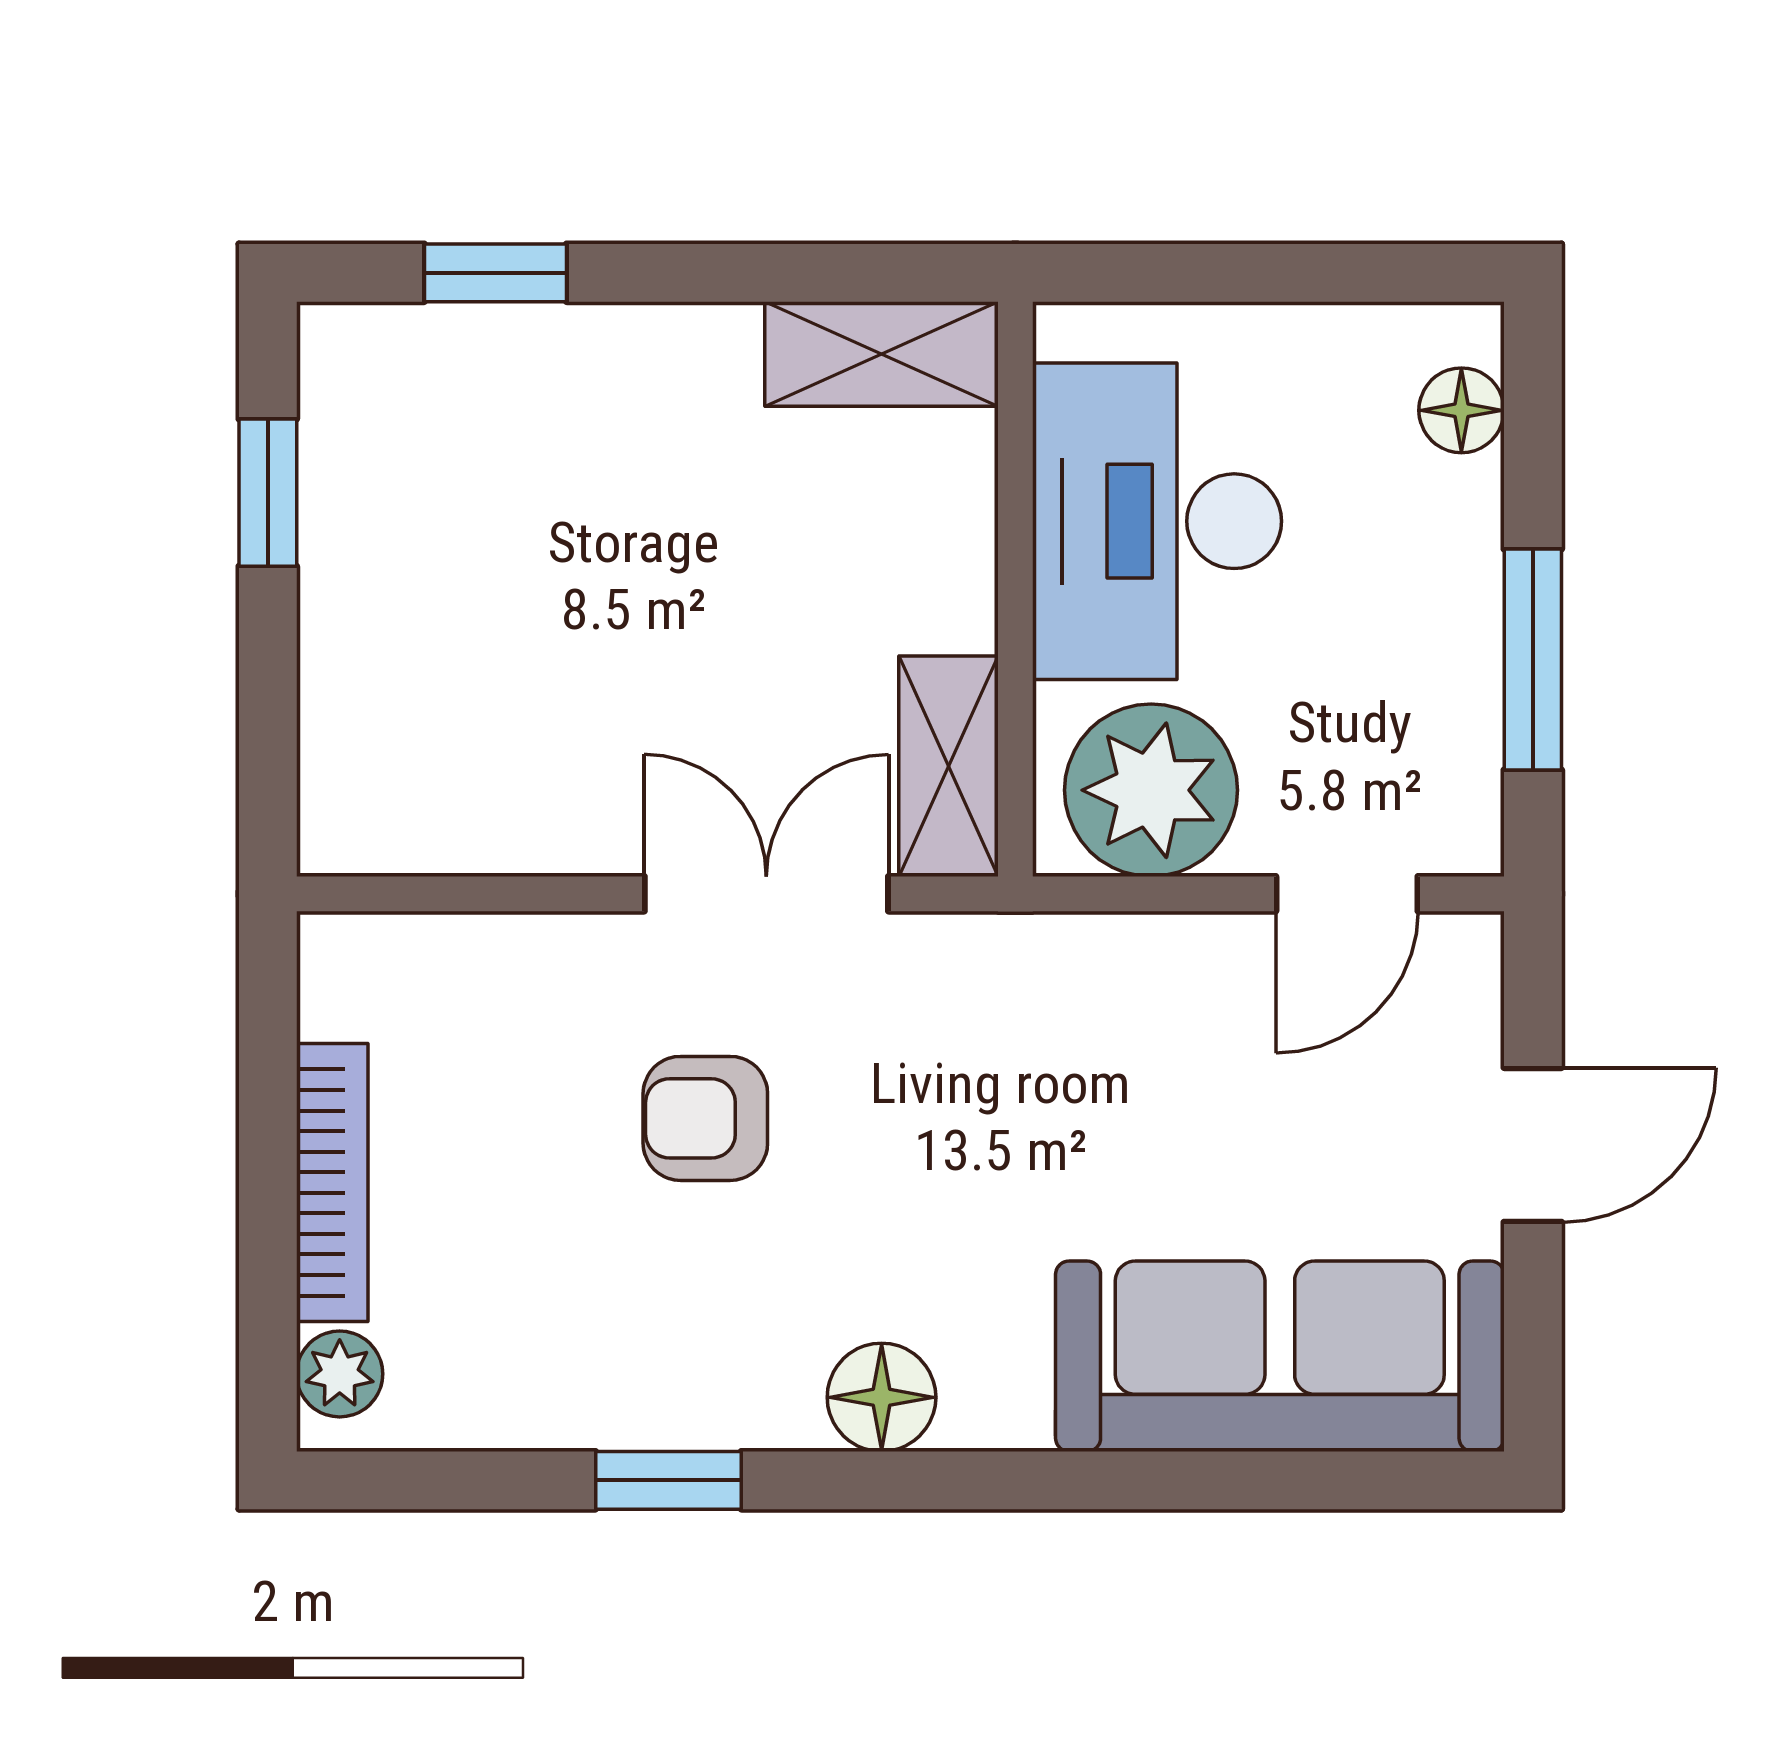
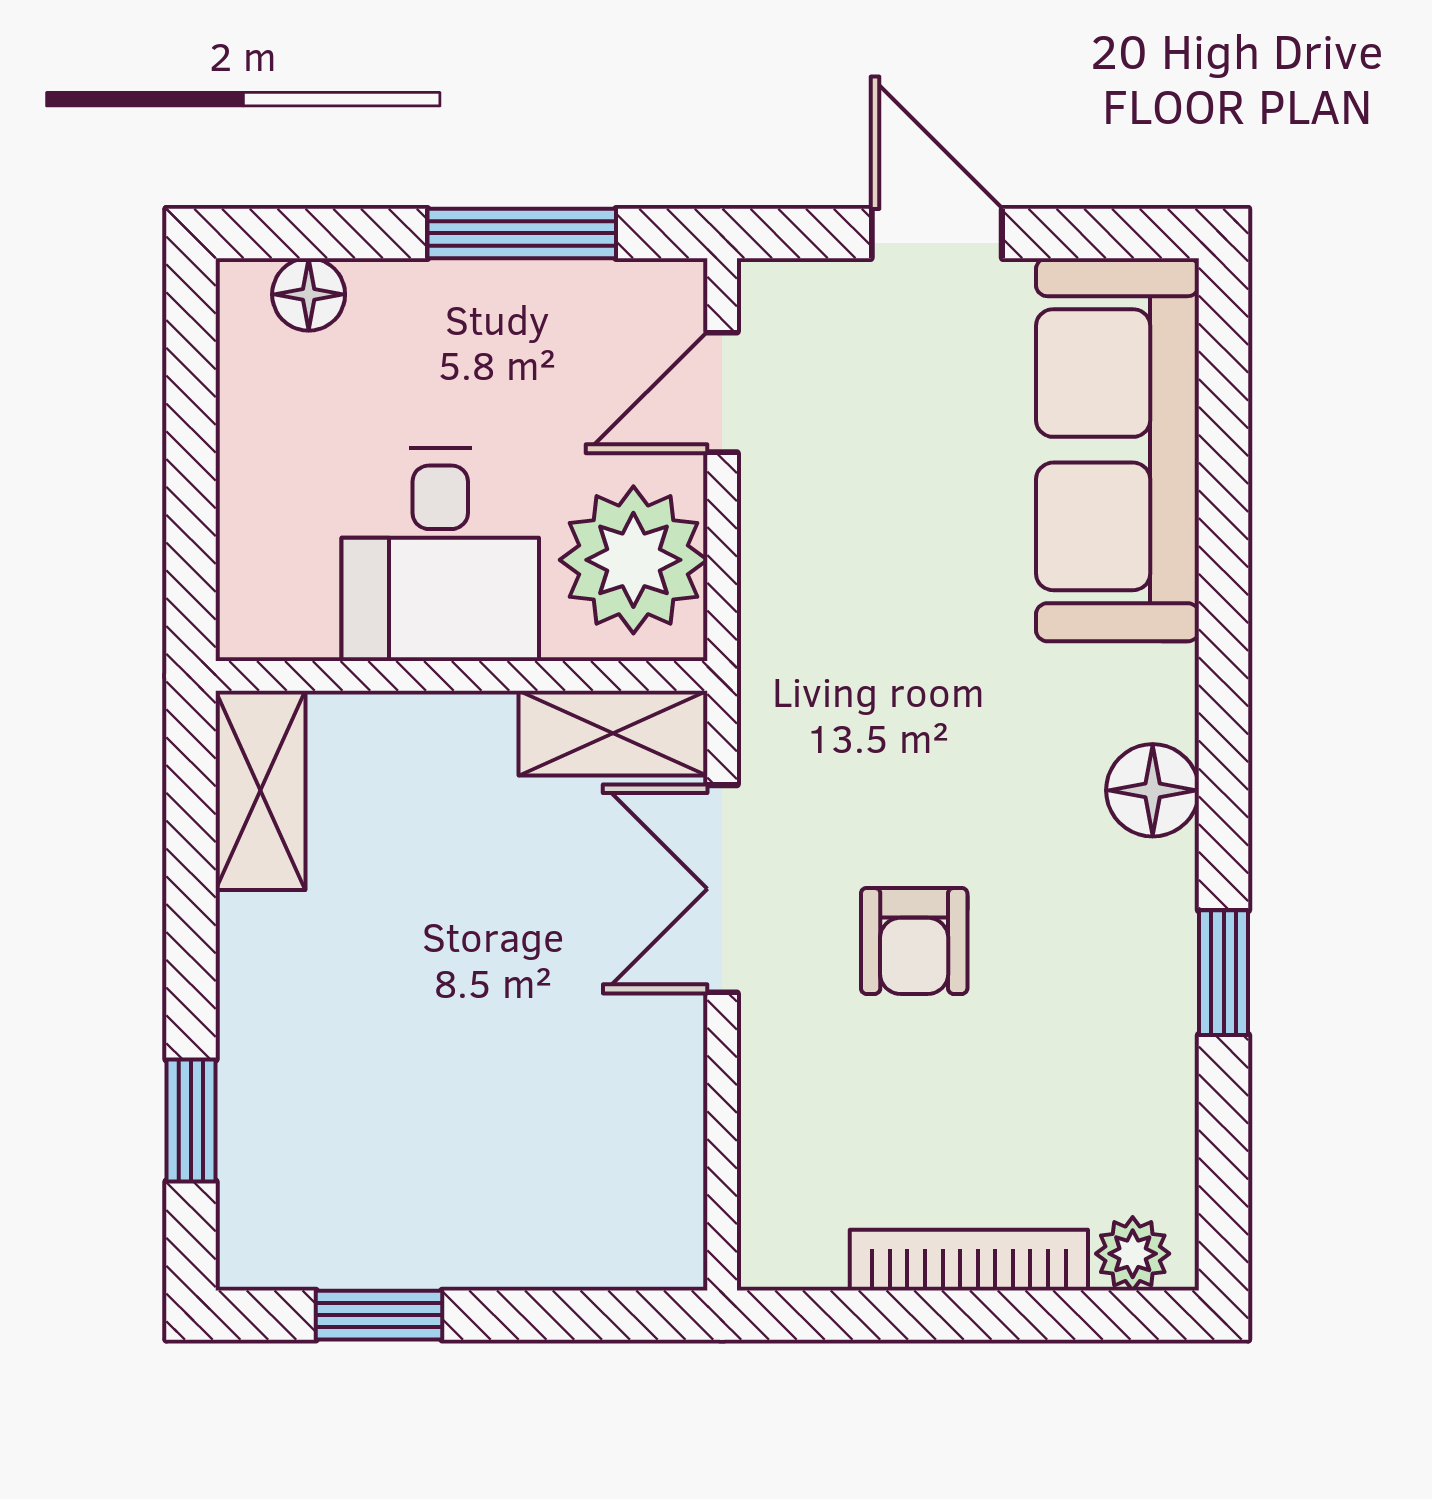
desk: (1157, 521) -> (440, 555), width x0.73
door: (1347, 894) -> (722, 392), swing flipped

